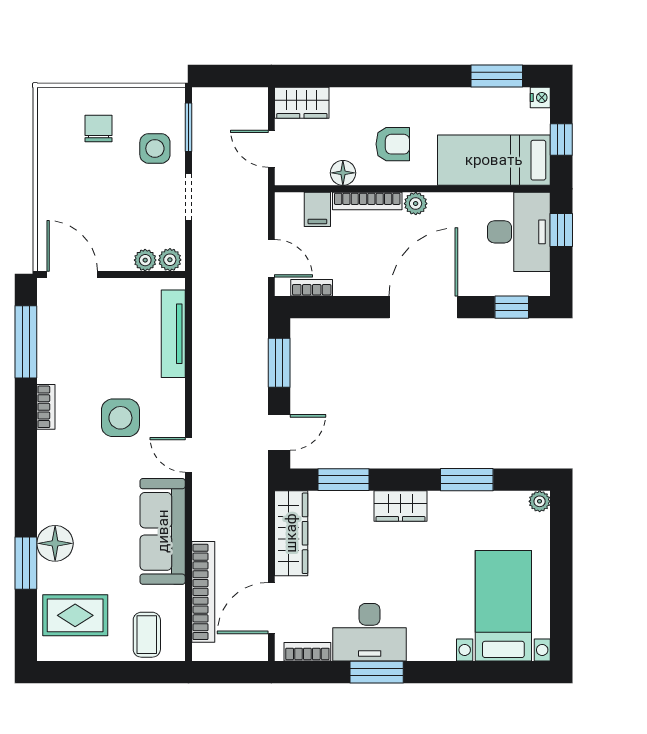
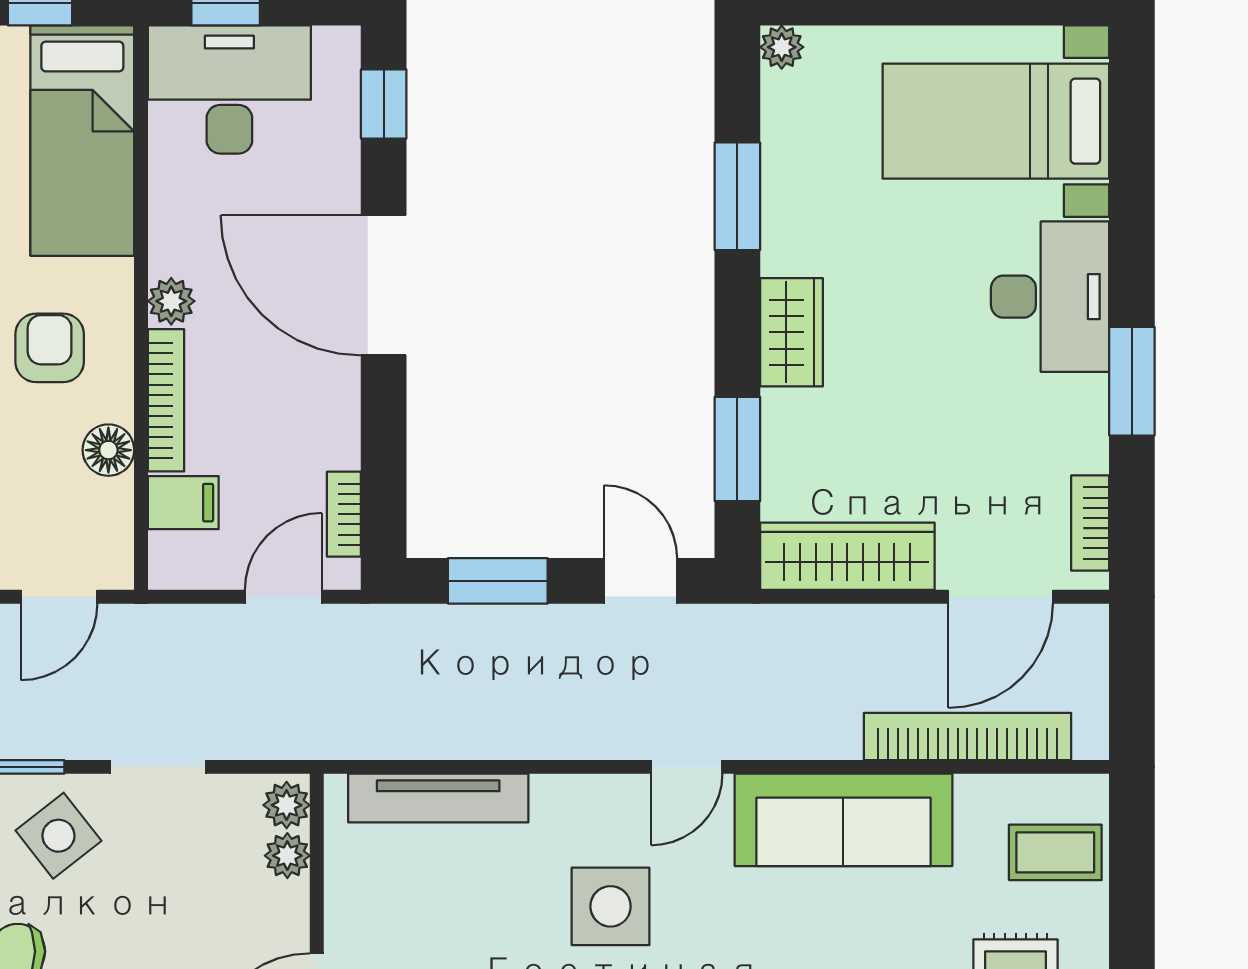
side table: (155, 148) -> (58, 836), turned -38
door: (271, 608) -> (1001, 597), hinge flipped
desk: (370, 632) -> (1050, 297), moved

